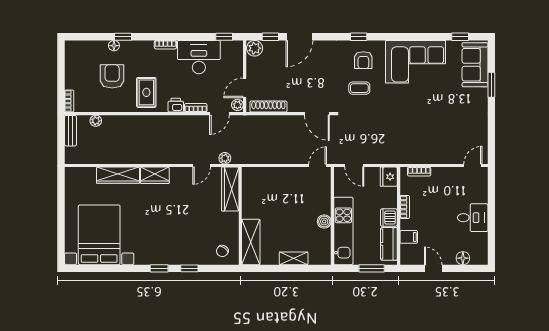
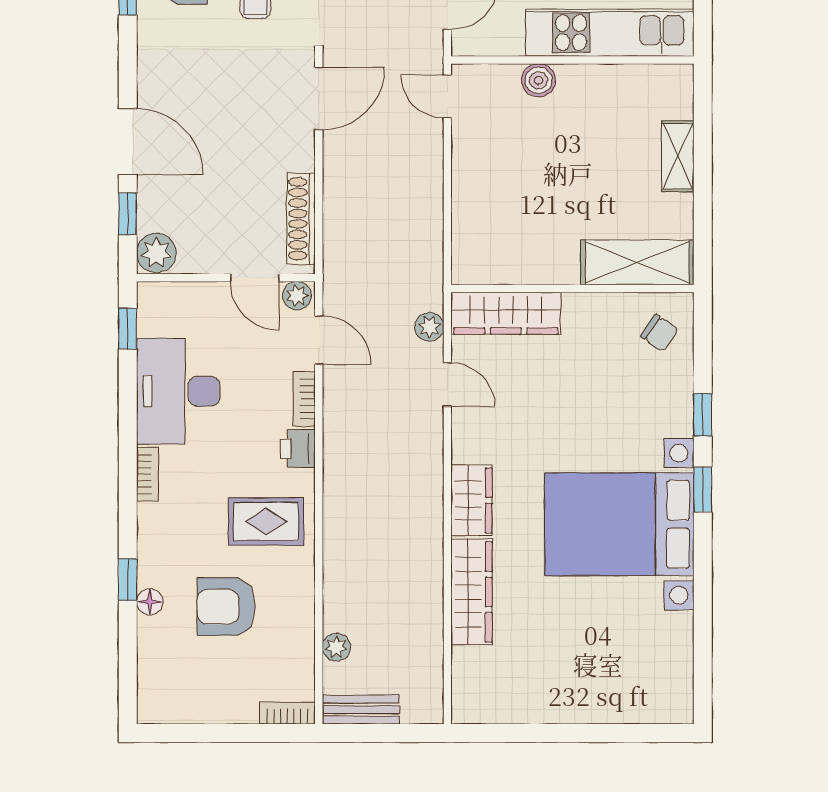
boiler: (324, 222) -> (539, 80), moved
bed with nightstands: (99, 235) -> (619, 524), moved

